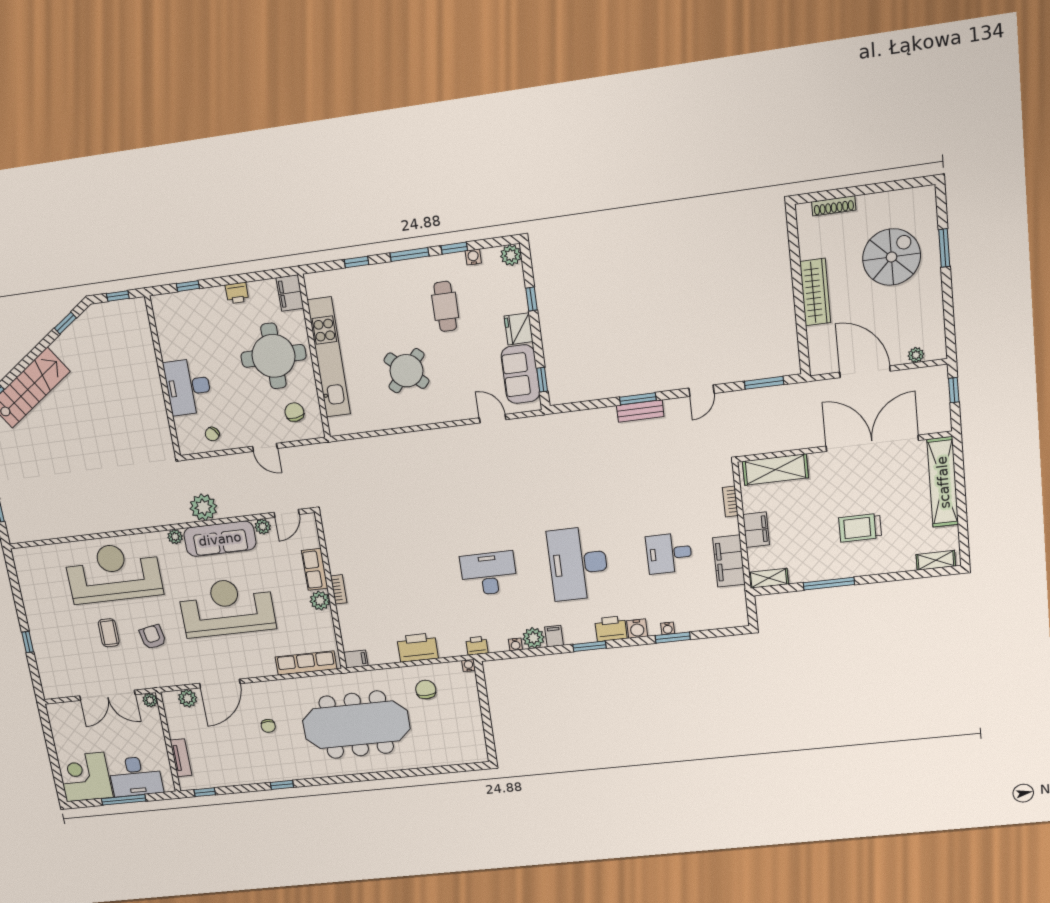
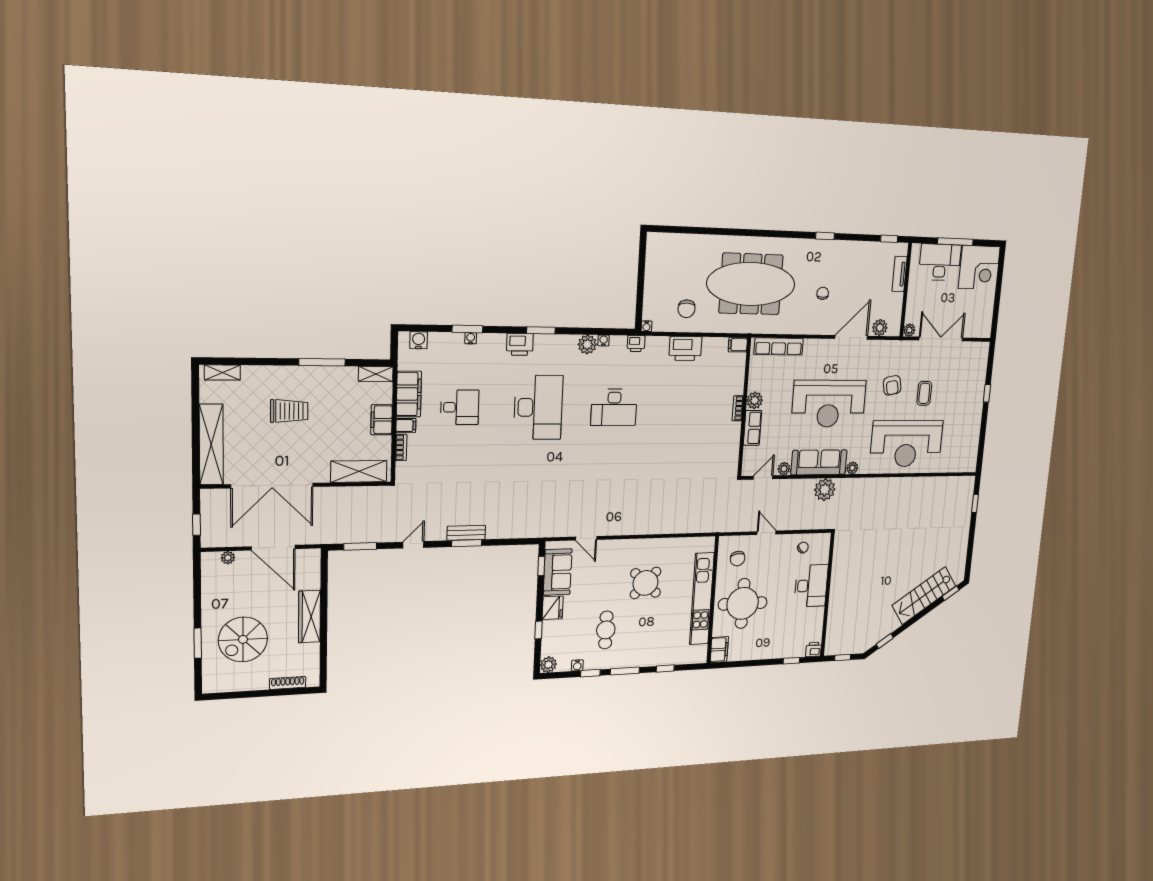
printer: (237, 293) -> (814, 649), moved
water cooler: (637, 629) -> (419, 340), moved
filing cabinet: (554, 636) -> (406, 425), moved, turned -90

